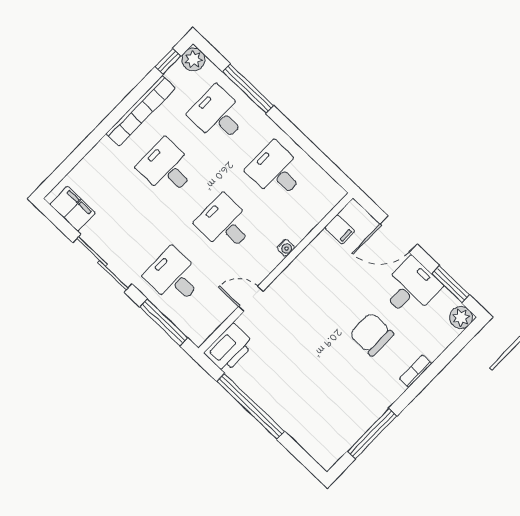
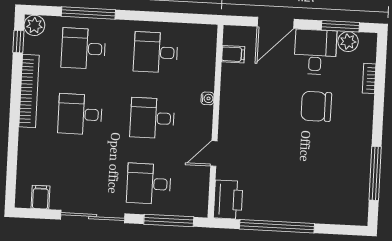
filing cabinet: (73, 209) -> (41, 197), width x0.50
plant: (461, 318) -> (348, 42), moved
bookcase: (416, 371) -> (369, 78), moved

